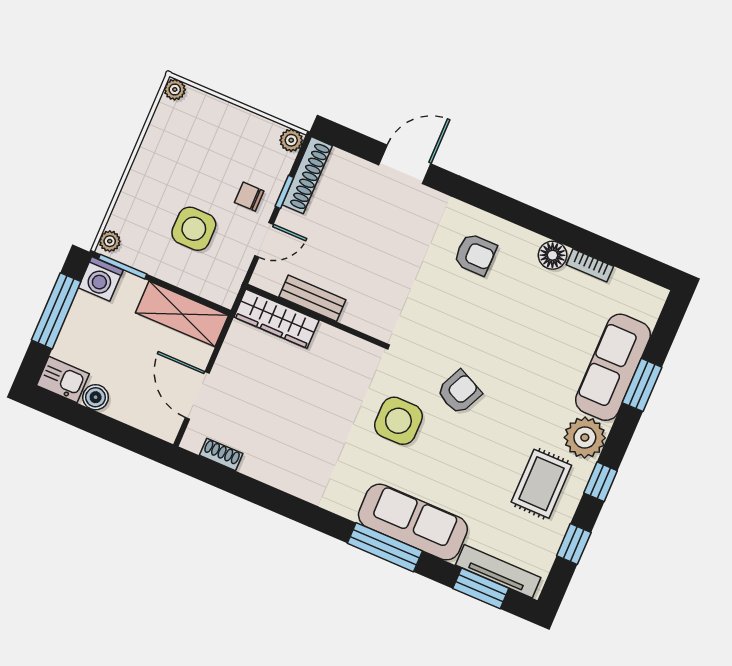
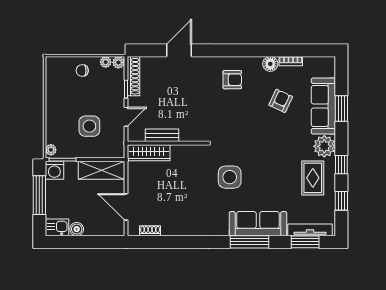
plant: (175, 89) -> (106, 62), moved
chair: (249, 197) -> (82, 71), moved
armchair: (459, 392) -> (281, 101), moved

